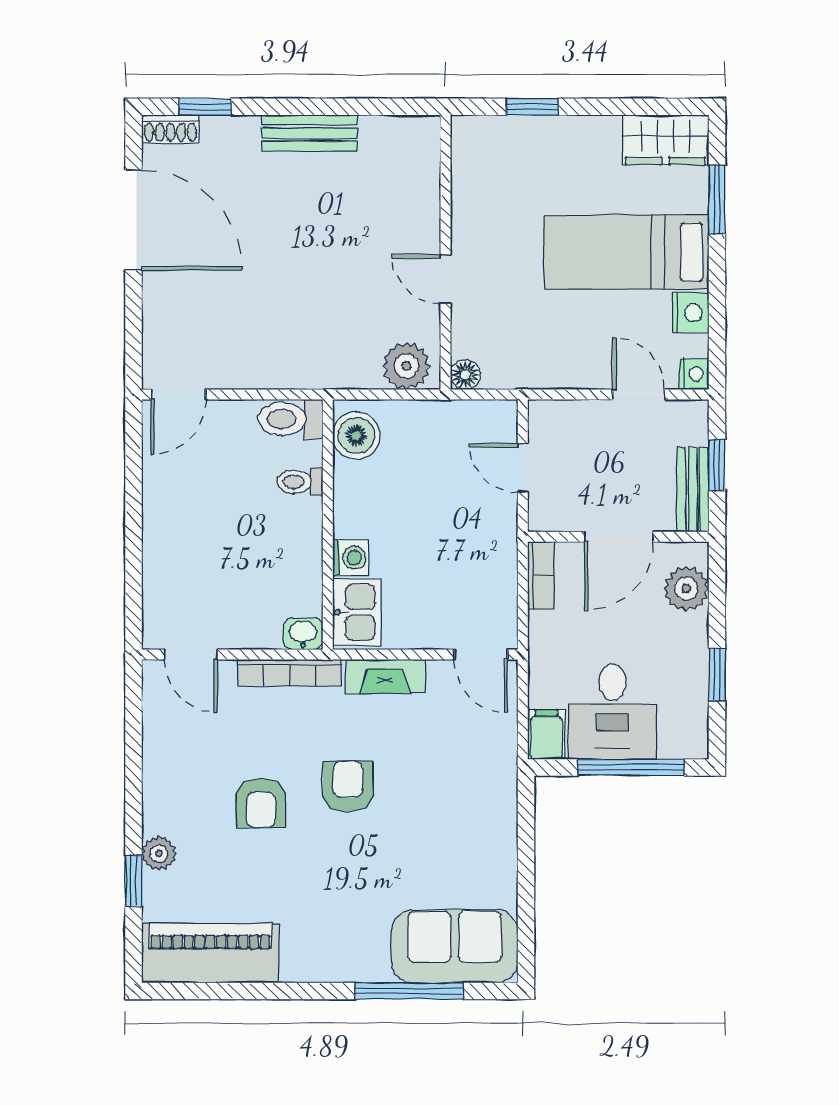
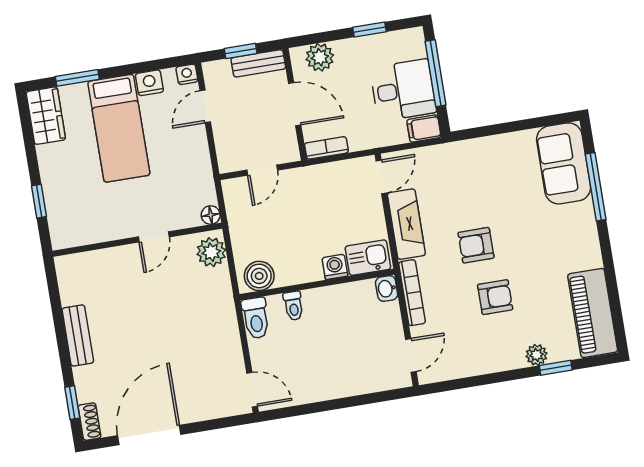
fireplace: (385, 676) -> (406, 224), width x1.37, depth x1.32

